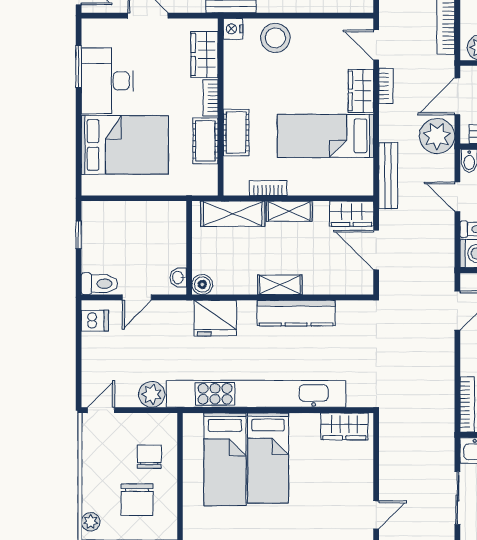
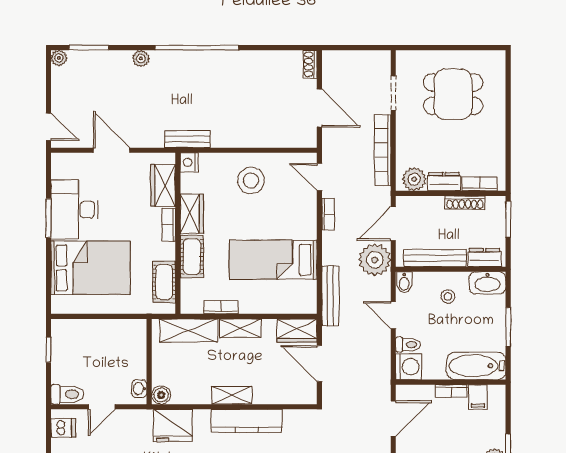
stool: (275, 38) -> (251, 181), moved
window: (79, 66) -> (49, 218), moved
wardrobe: (361, 91) -> (192, 214), moved, turned 180
cot: (205, 141) -> (164, 282), moved

